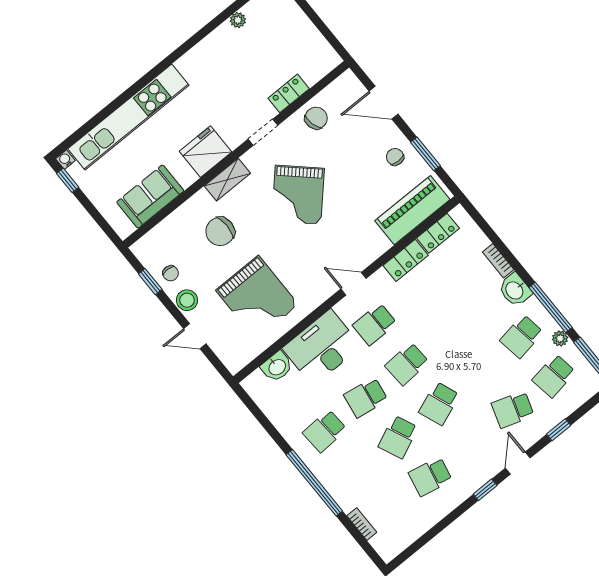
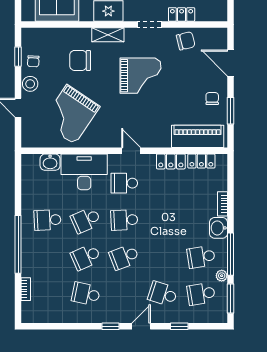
grand piano: (298, 195) -> (141, 76), turned -133
grand piano: (257, 297) -> (71, 114), turned 34
school desk: (366, 397) -> (86, 220), turned -33

